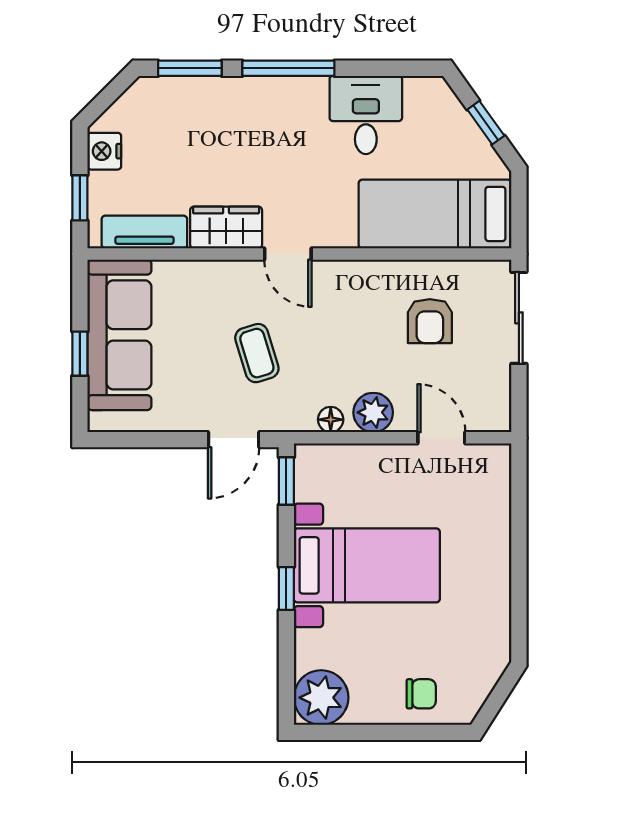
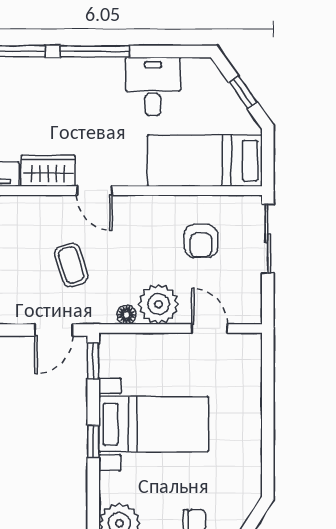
plant: (373, 412) -> (158, 304), width x1.36, depth x1.36

